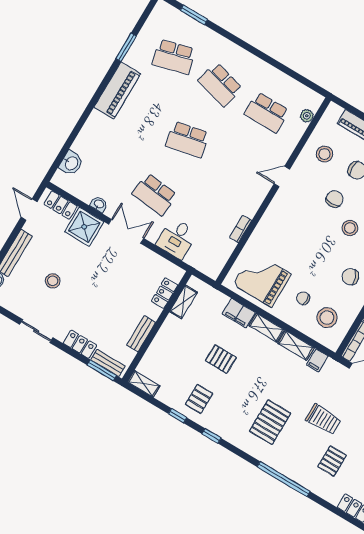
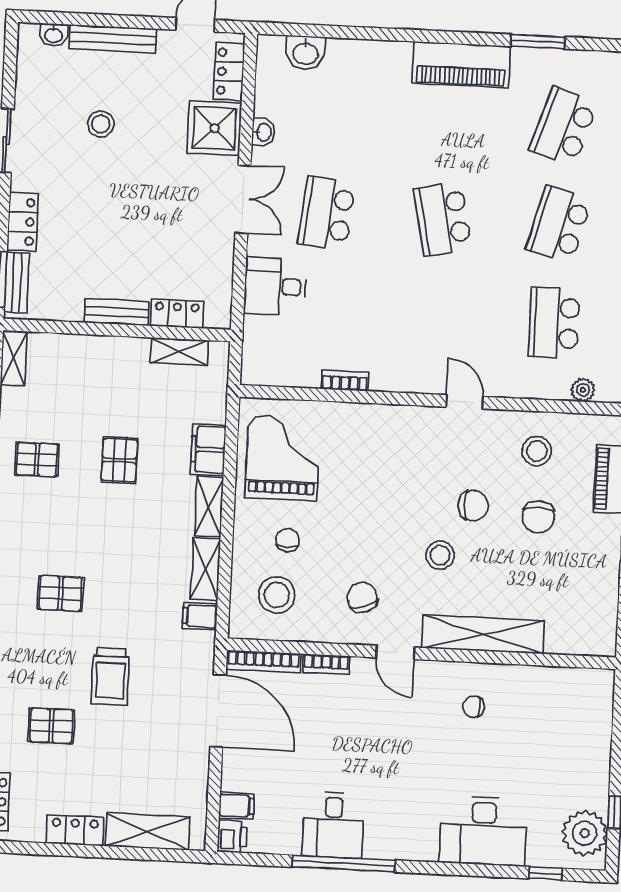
school desk: (174, 57) -> (564, 126), turned 33
bench: (141, 334) -> (116, 312), moved
pallet: (270, 422) -> (60, 593), width x0.67, depth x0.71

